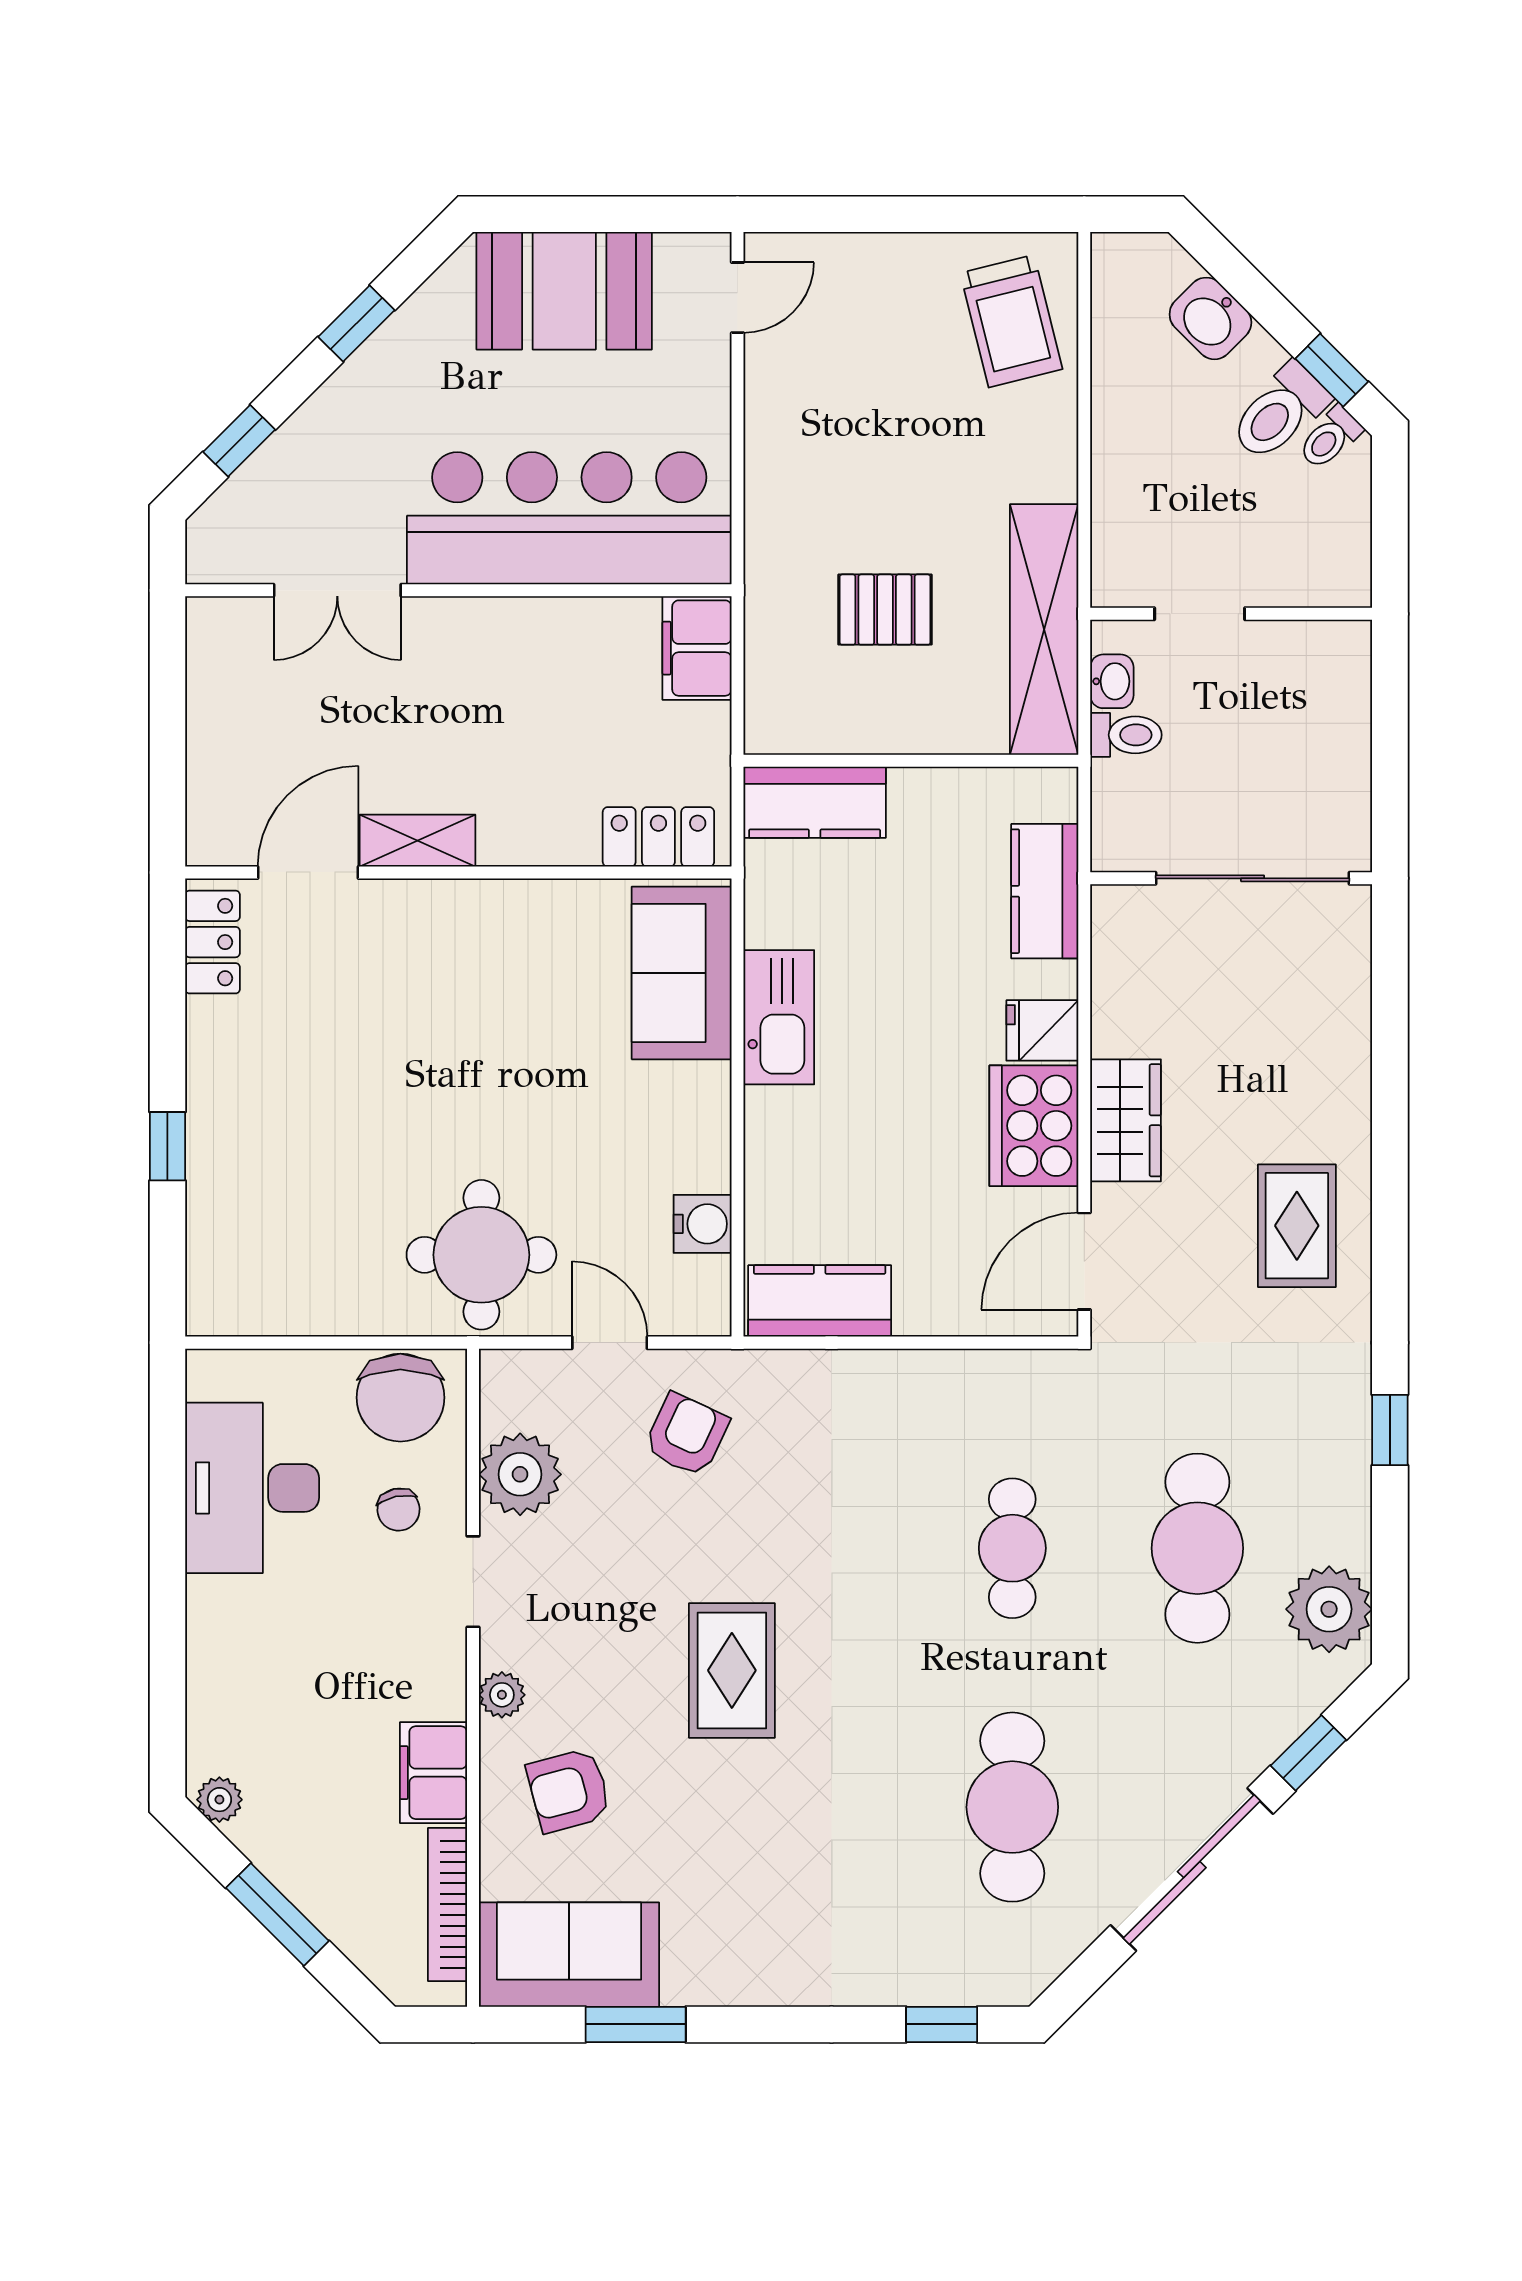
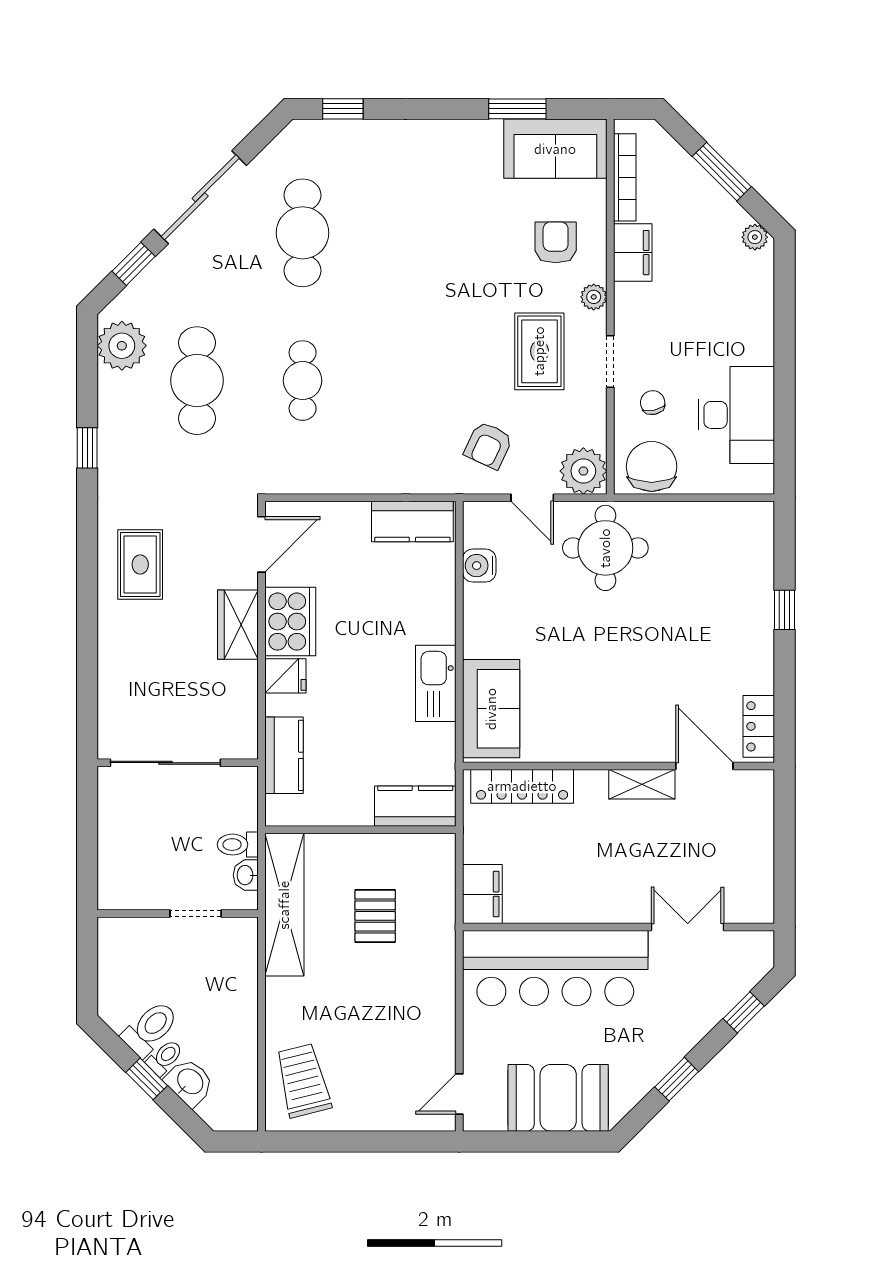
window: (1332, 370) -> (147, 1079), moved
toilet: (1330, 438) -> (165, 1057), moved
pallet: (885, 610) -> (375, 916), turned 90
locker: (658, 837) -> (522, 786), width x1.53
door: (308, 872) -> (704, 766), swing flipped
plant: (520, 1474) -> (583, 471), moved
rug: (732, 1670) -> (539, 351), moved
armchair: (569, 1790) -> (556, 242), turned -75

